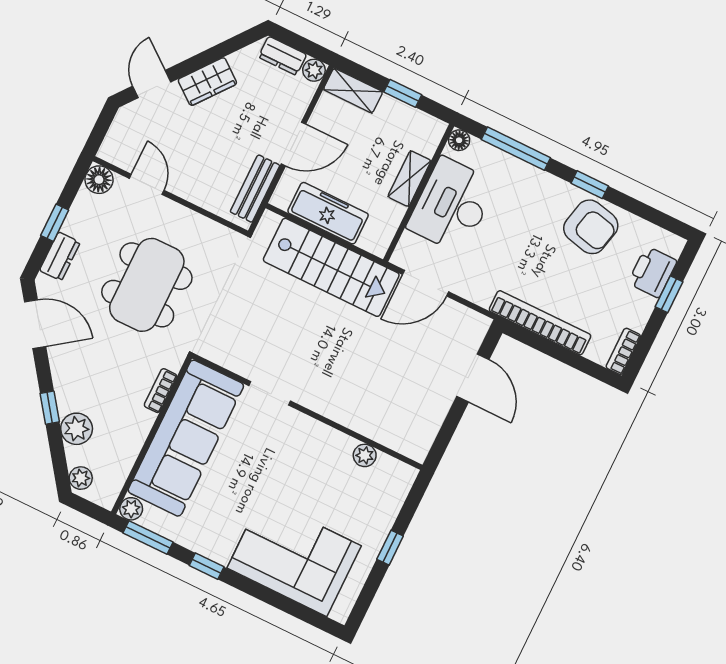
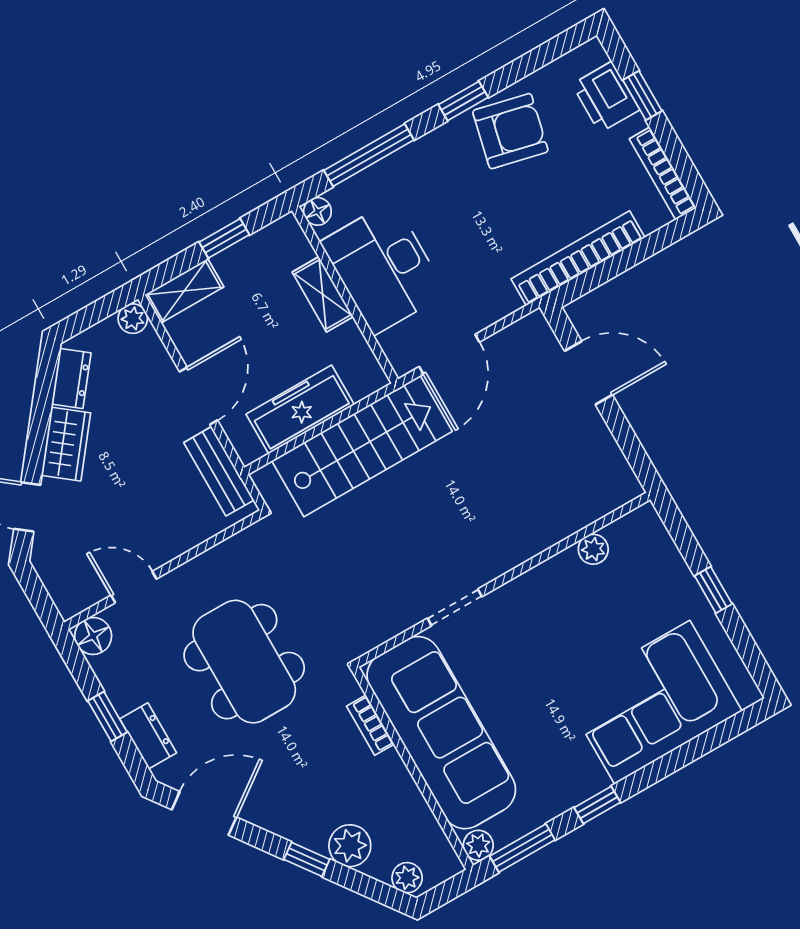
dresser: (283, 56) -> (71, 378), moved, turned -52
bookcase: (623, 351) -> (663, 173), width x1.56

